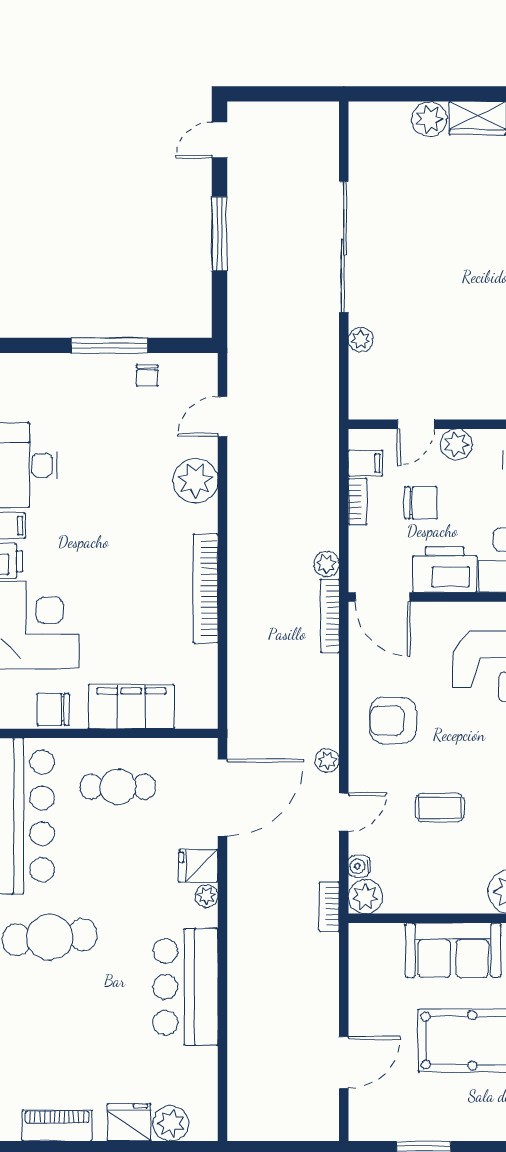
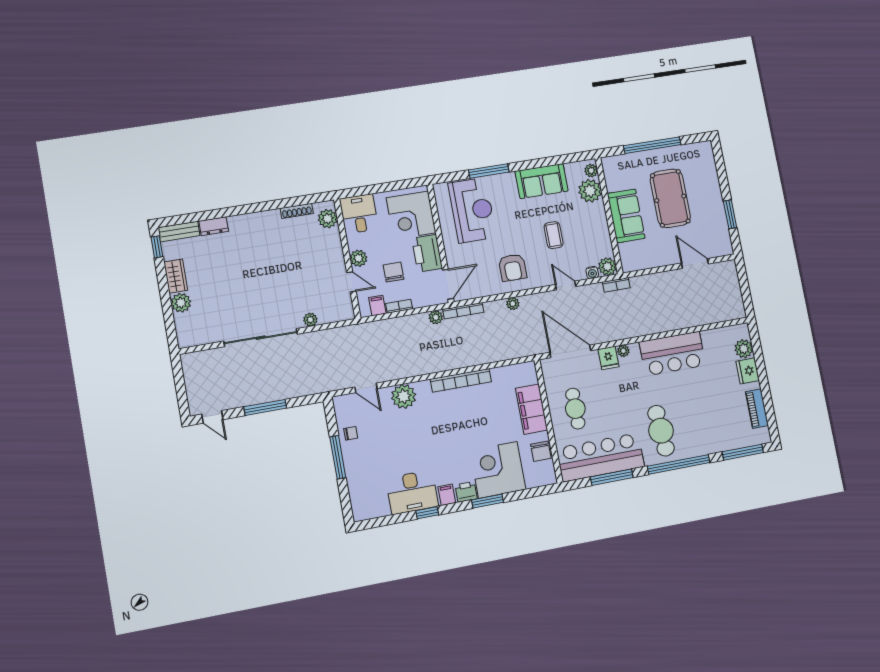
plant: (327, 761) -> (513, 304), moved

